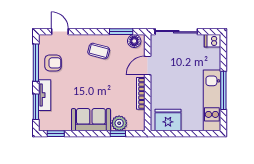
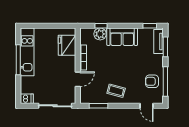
floor lamp: (134, 41) -> (88, 98), removed
tv unit: (45, 95) -> (159, 42), moved
fridge: (168, 120) -> (67, 45), moved, turned 90

